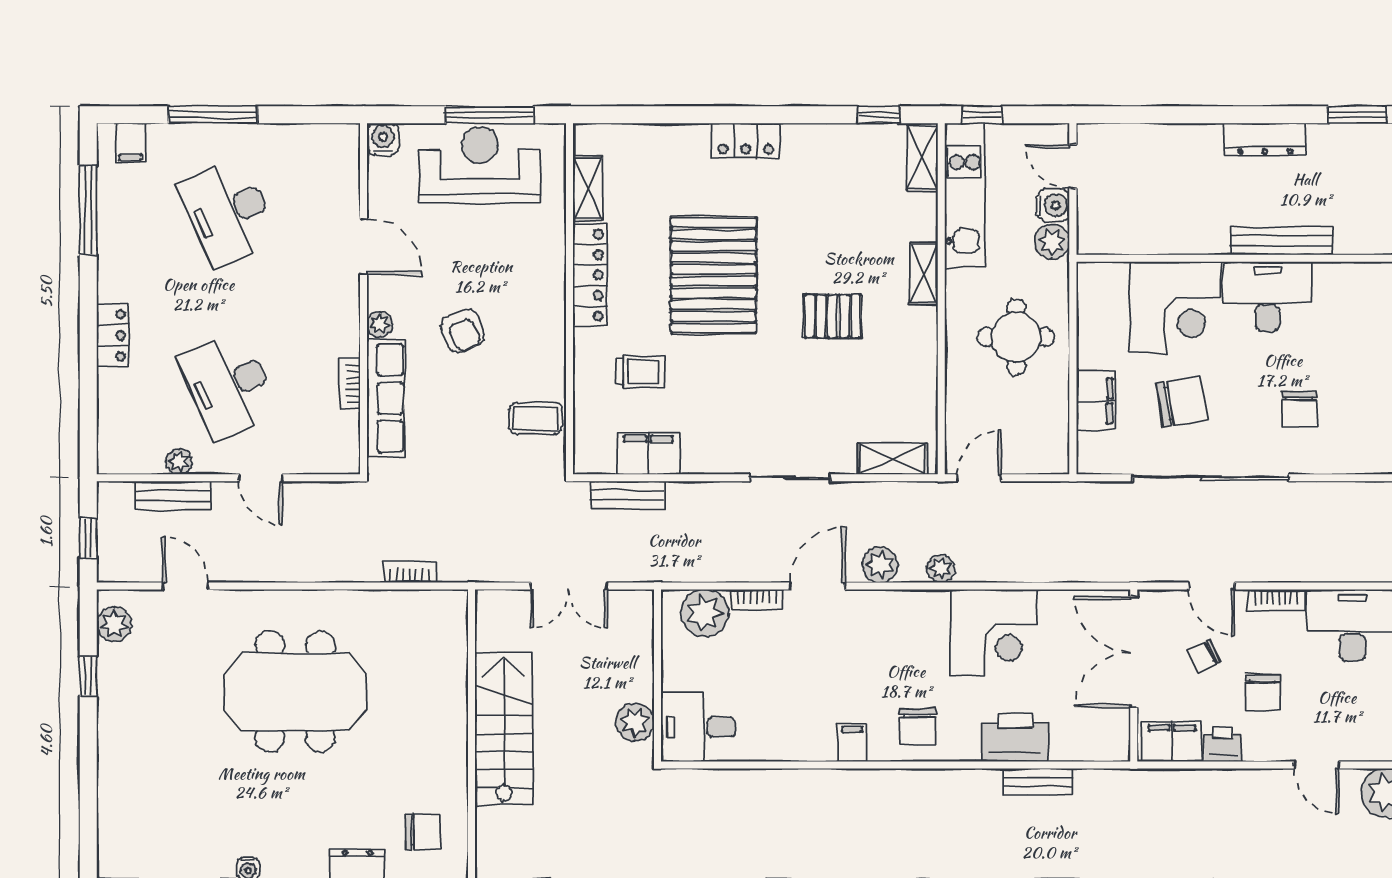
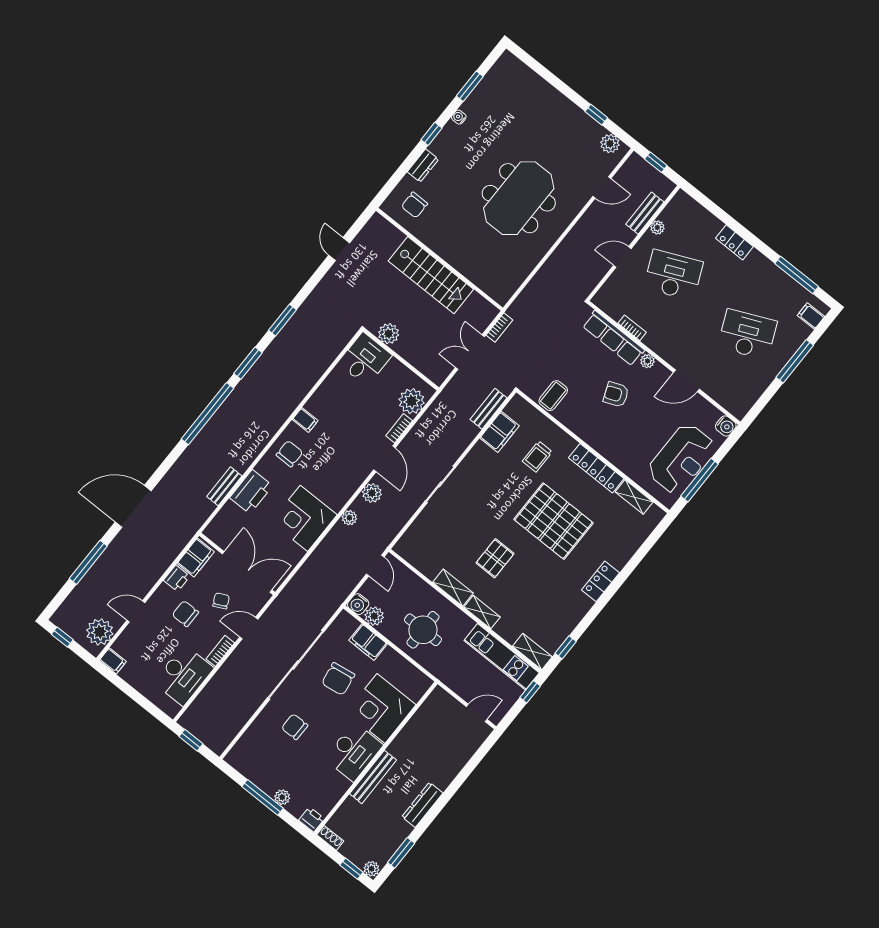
water cooler: (1053, 205) -> (358, 604), moved
plant: (1052, 242) -> (374, 616), moved
shelving: (892, 459) -> (453, 588), moved, turned 90
bookcase: (409, 572) -> (499, 328), moved
chair: (918, 726) -> (289, 454), turned 90

